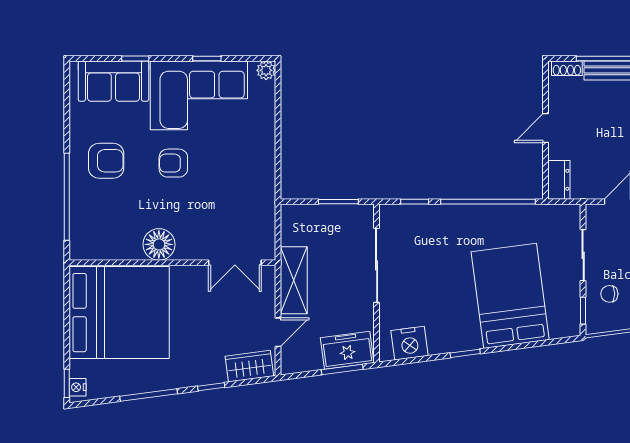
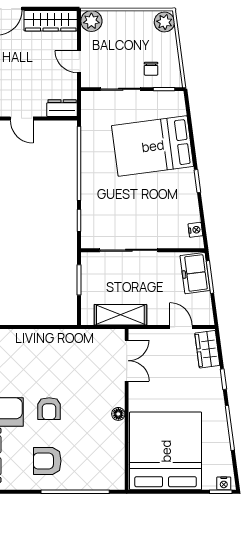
armchair: (106, 161) -> (47, 461), turned -90
floor lamp: (159, 244) -> (118, 414), width x0.53, depth x0.53
shelving: (294, 280) -> (120, 315), moved
nightstand: (410, 343) -> (195, 230), width x0.53, depth x0.56

